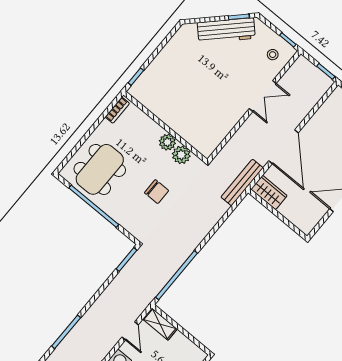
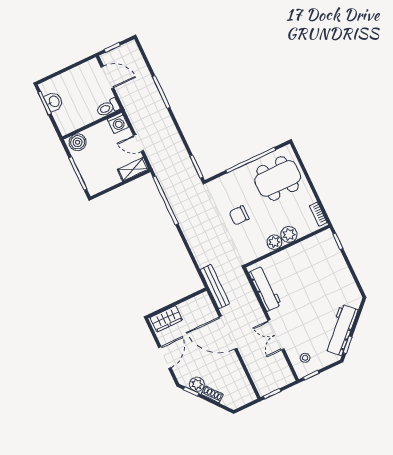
workbench: (220, 129) -> (265, 289), added
plant: (181, 155) -> (289, 234), moved
dining table: (100, 169) -> (278, 178), turned 90
wardrobe: (269, 192) -> (166, 319), moved

